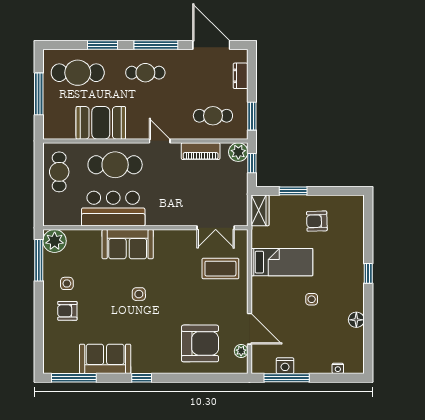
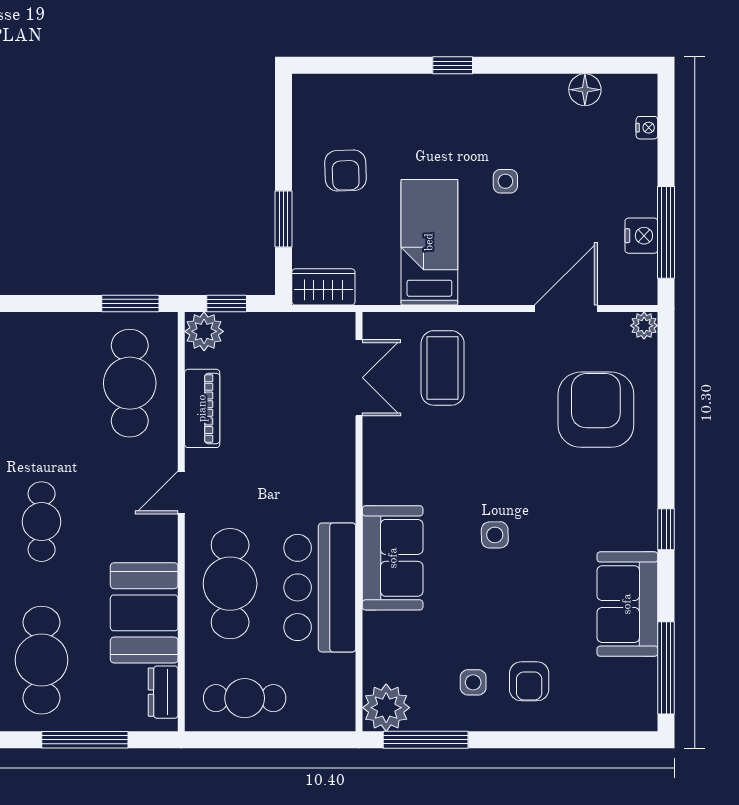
dresser: (241, 76) -> (163, 692), moved, turned 90
cafe table: (213, 116) -> (130, 383), width x1.37, depth x1.35
floor lamp: (356, 320) -> (585, 90), moved
plant: (241, 351) -> (644, 326), moved

